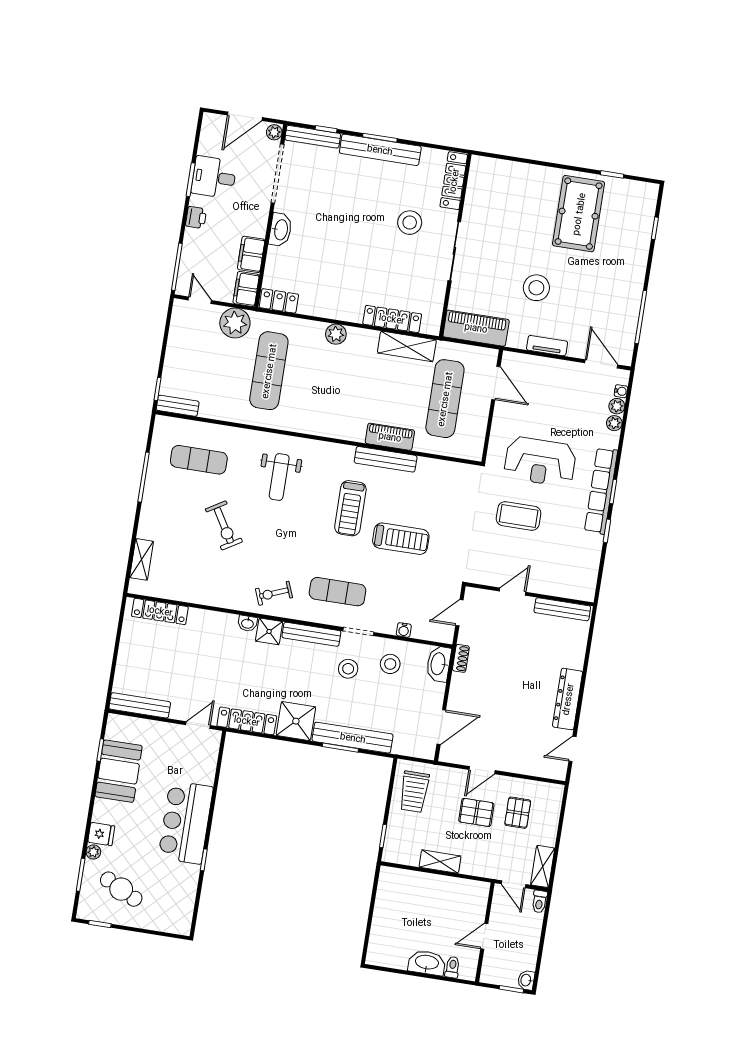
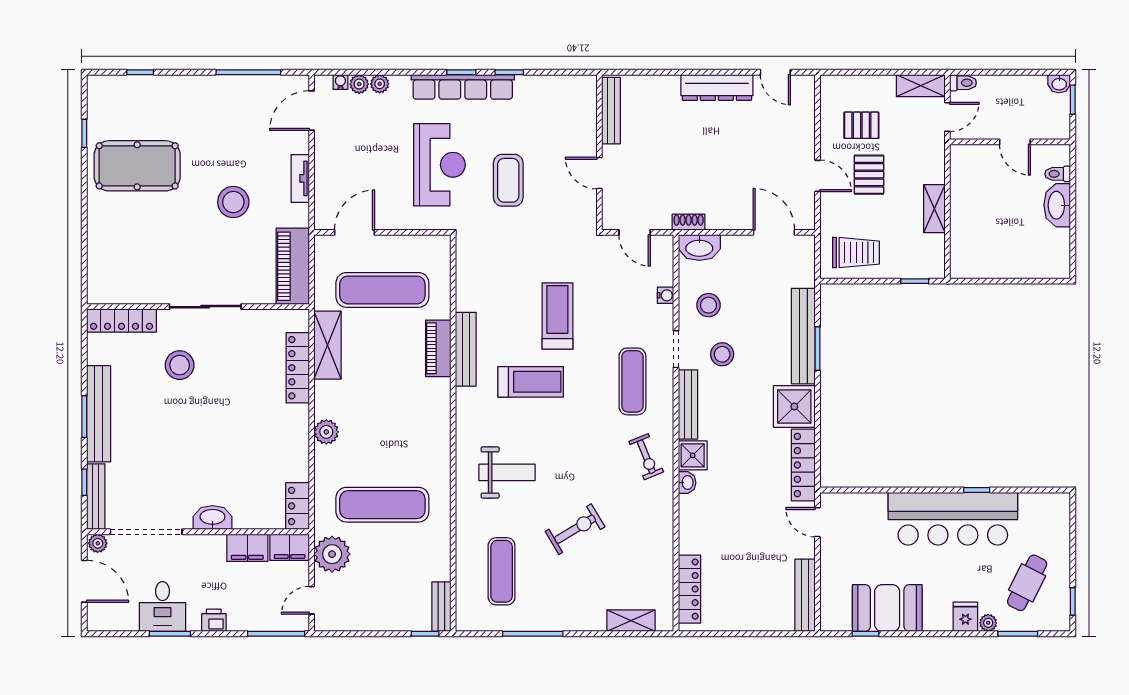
bar counter: (186, 822) -> (953, 519), width x1.36

